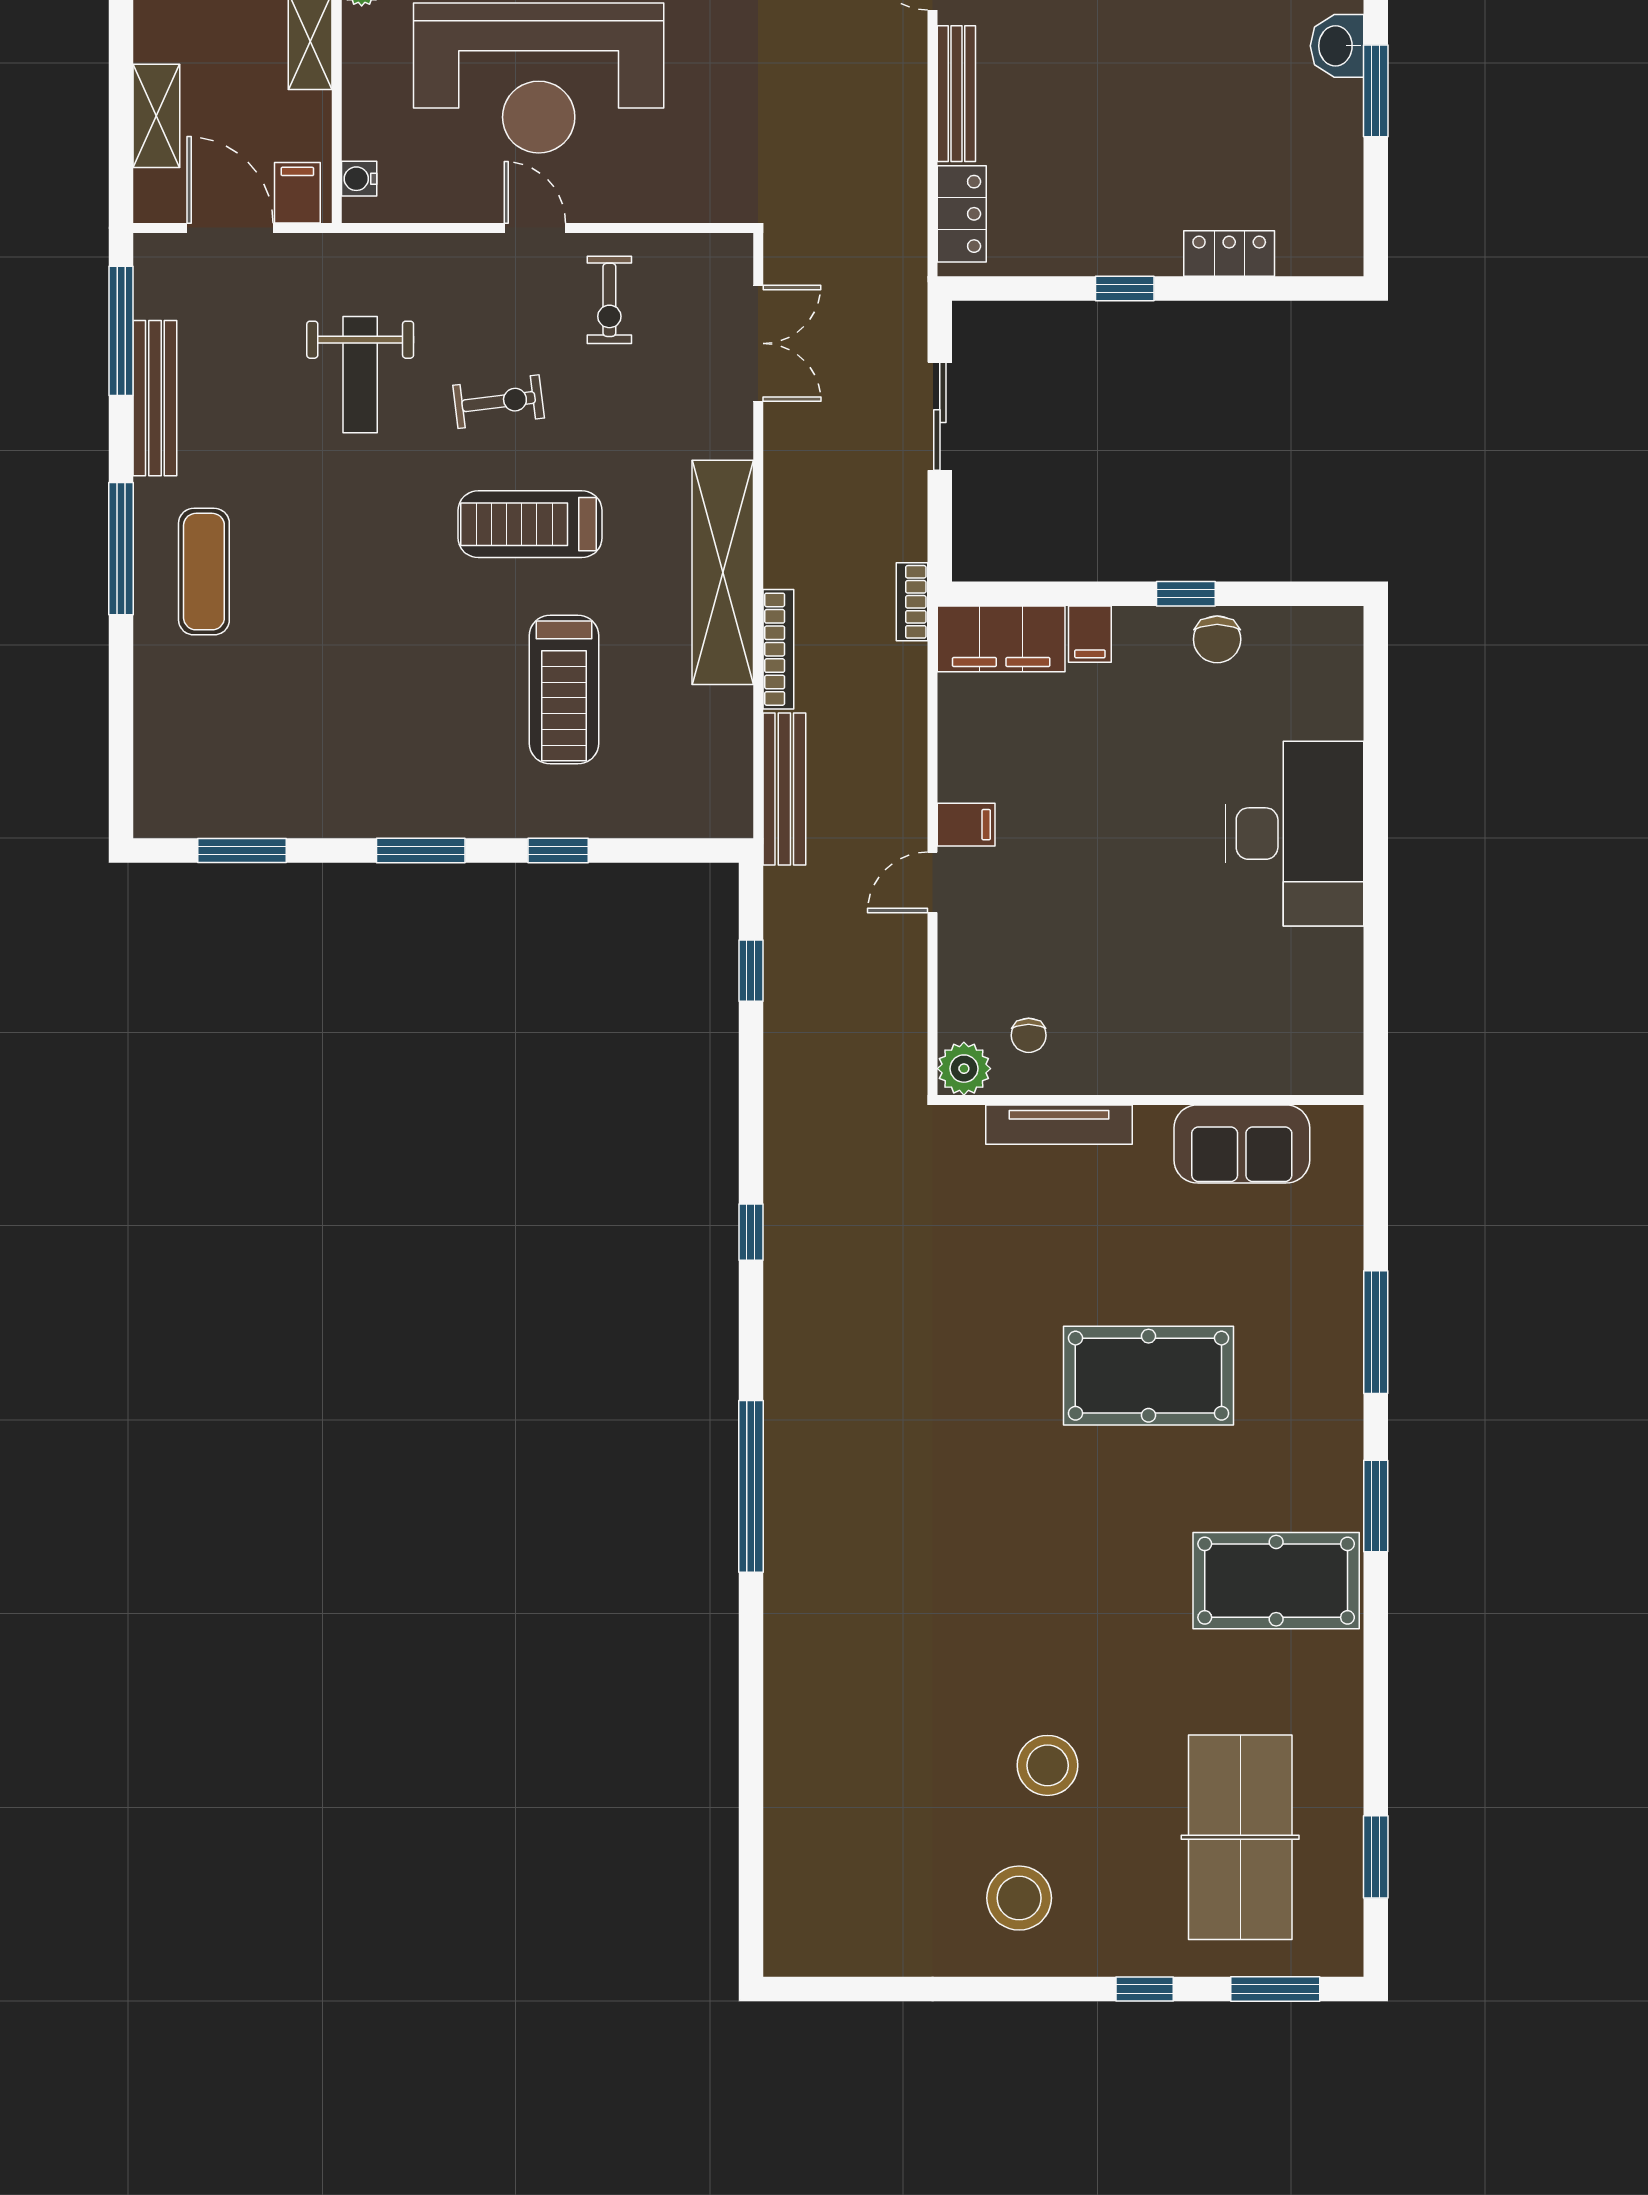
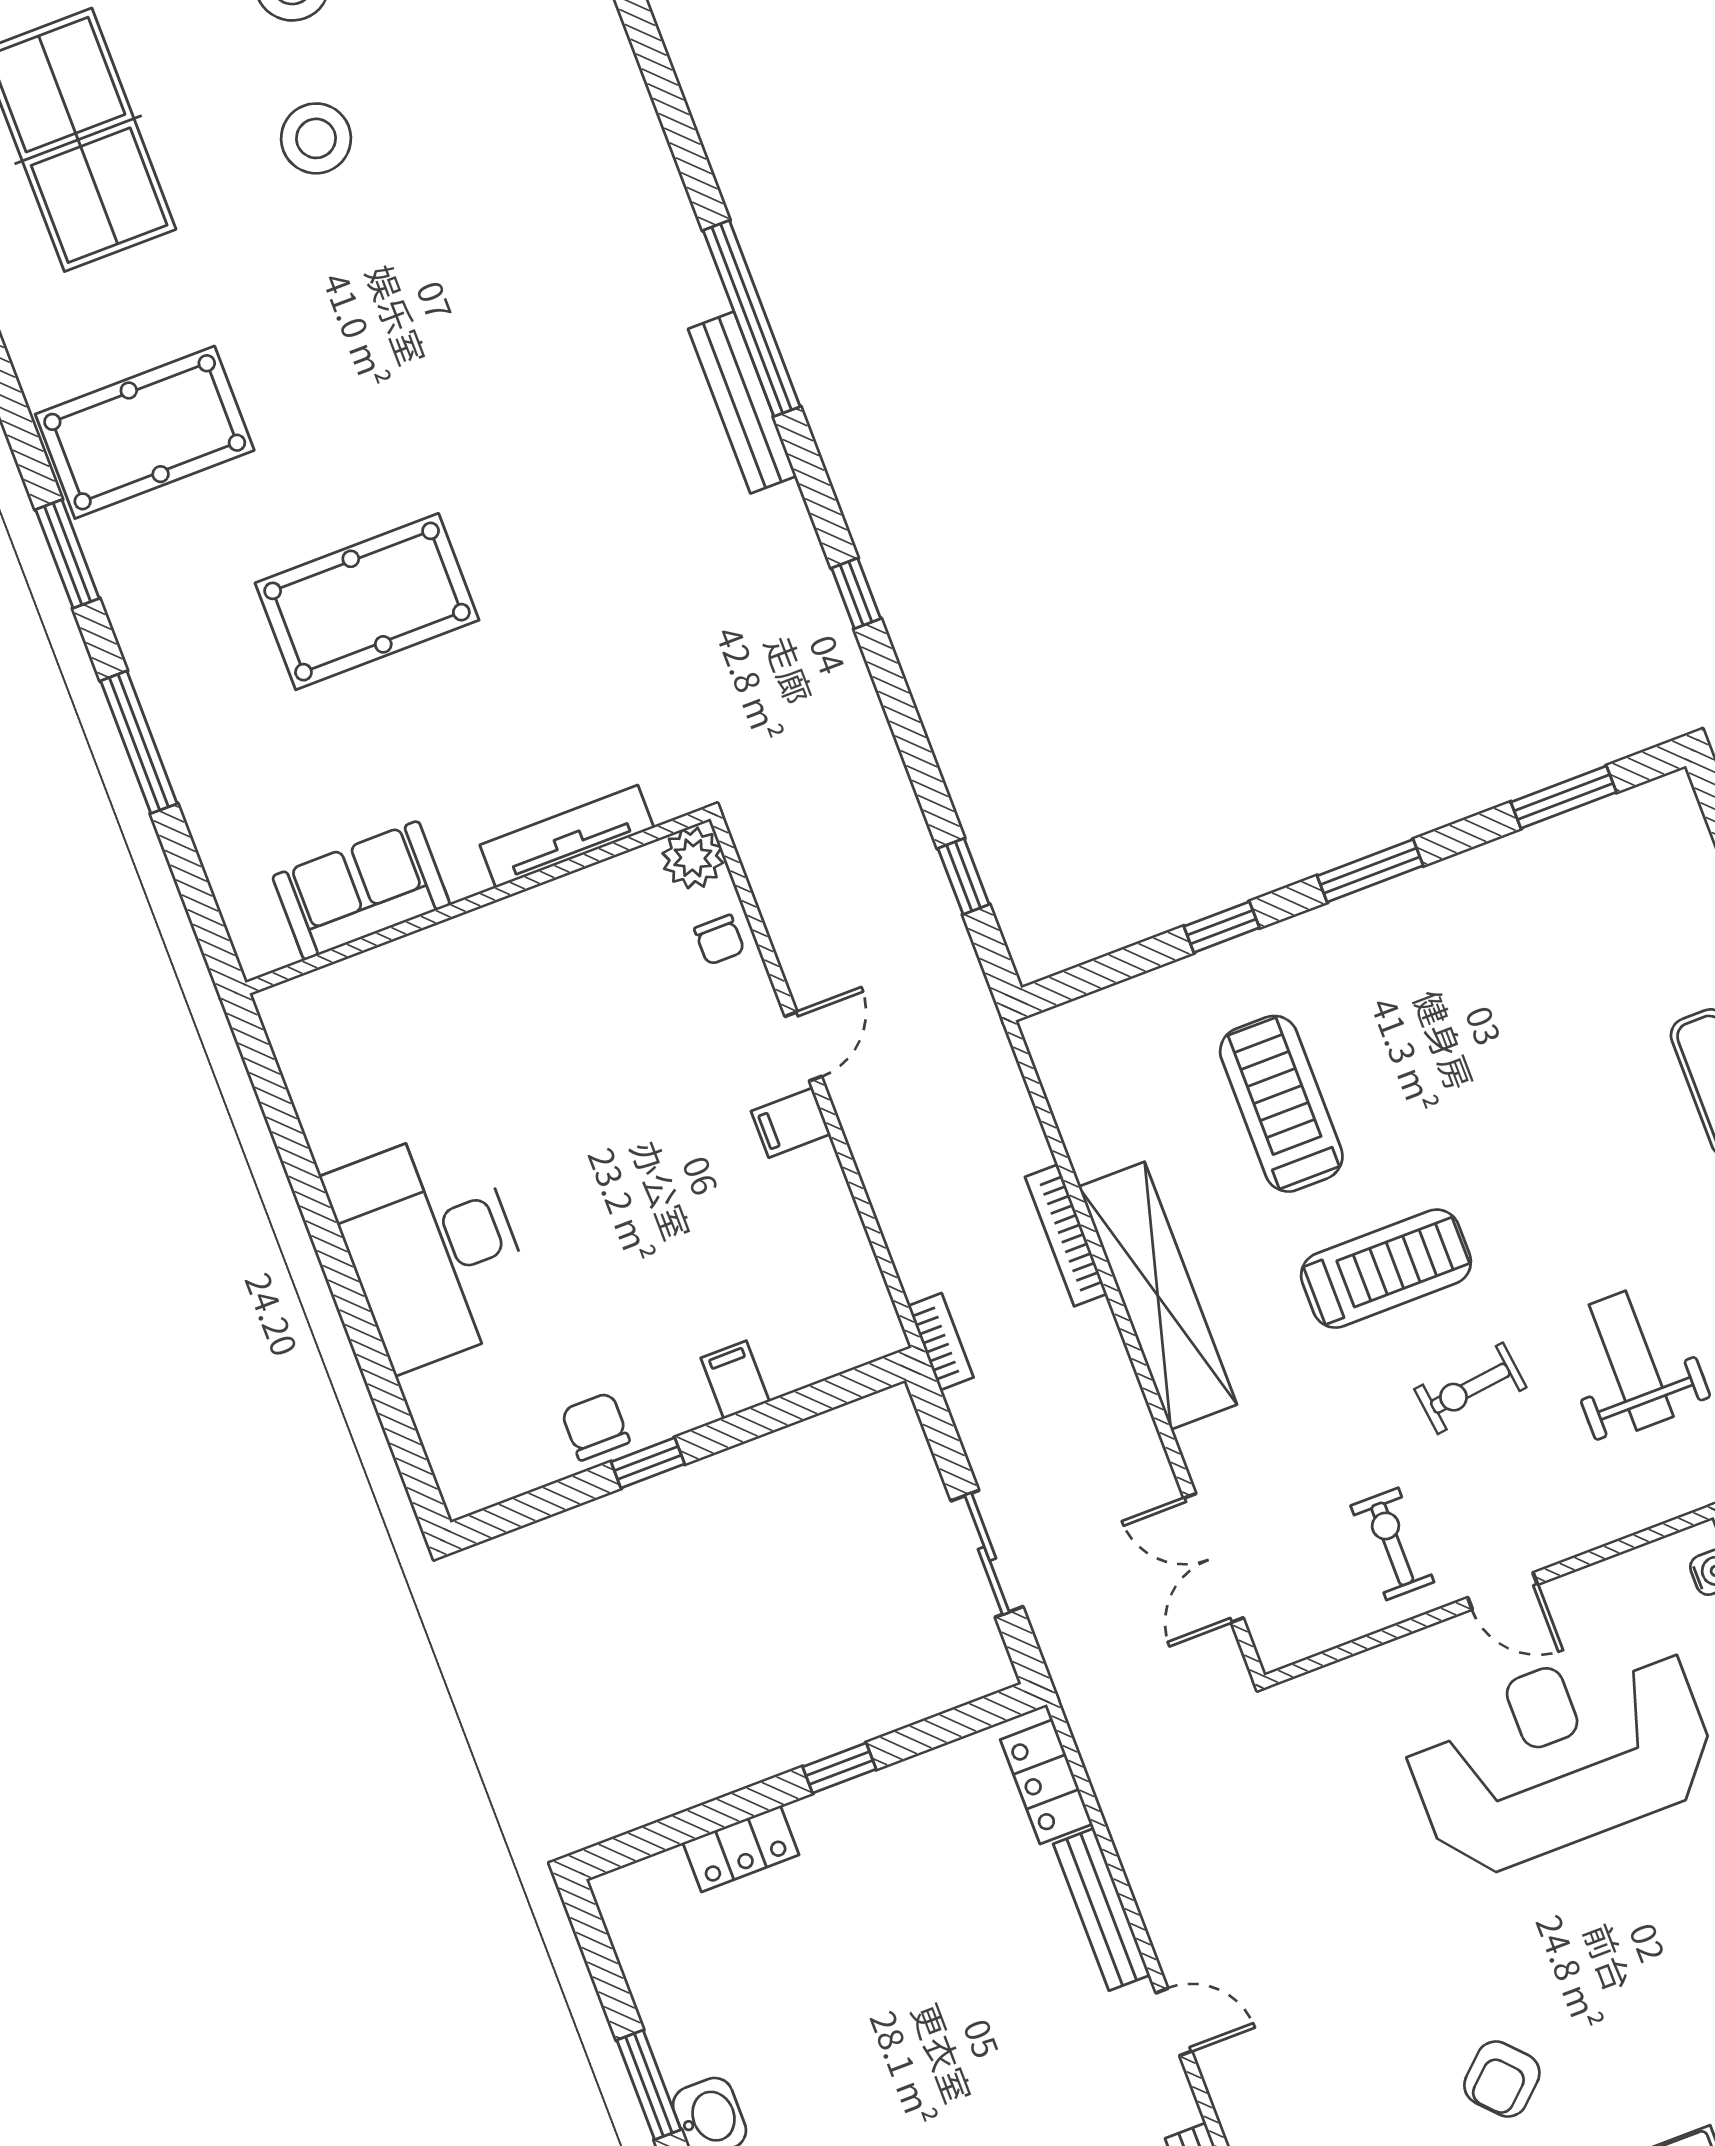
filing cabinet: (1001, 639) -> (829, 1338), removed
bench: (784, 789) -> (742, 403), moved
chair: (1029, 1035) -> (719, 940), moved, turned 180

